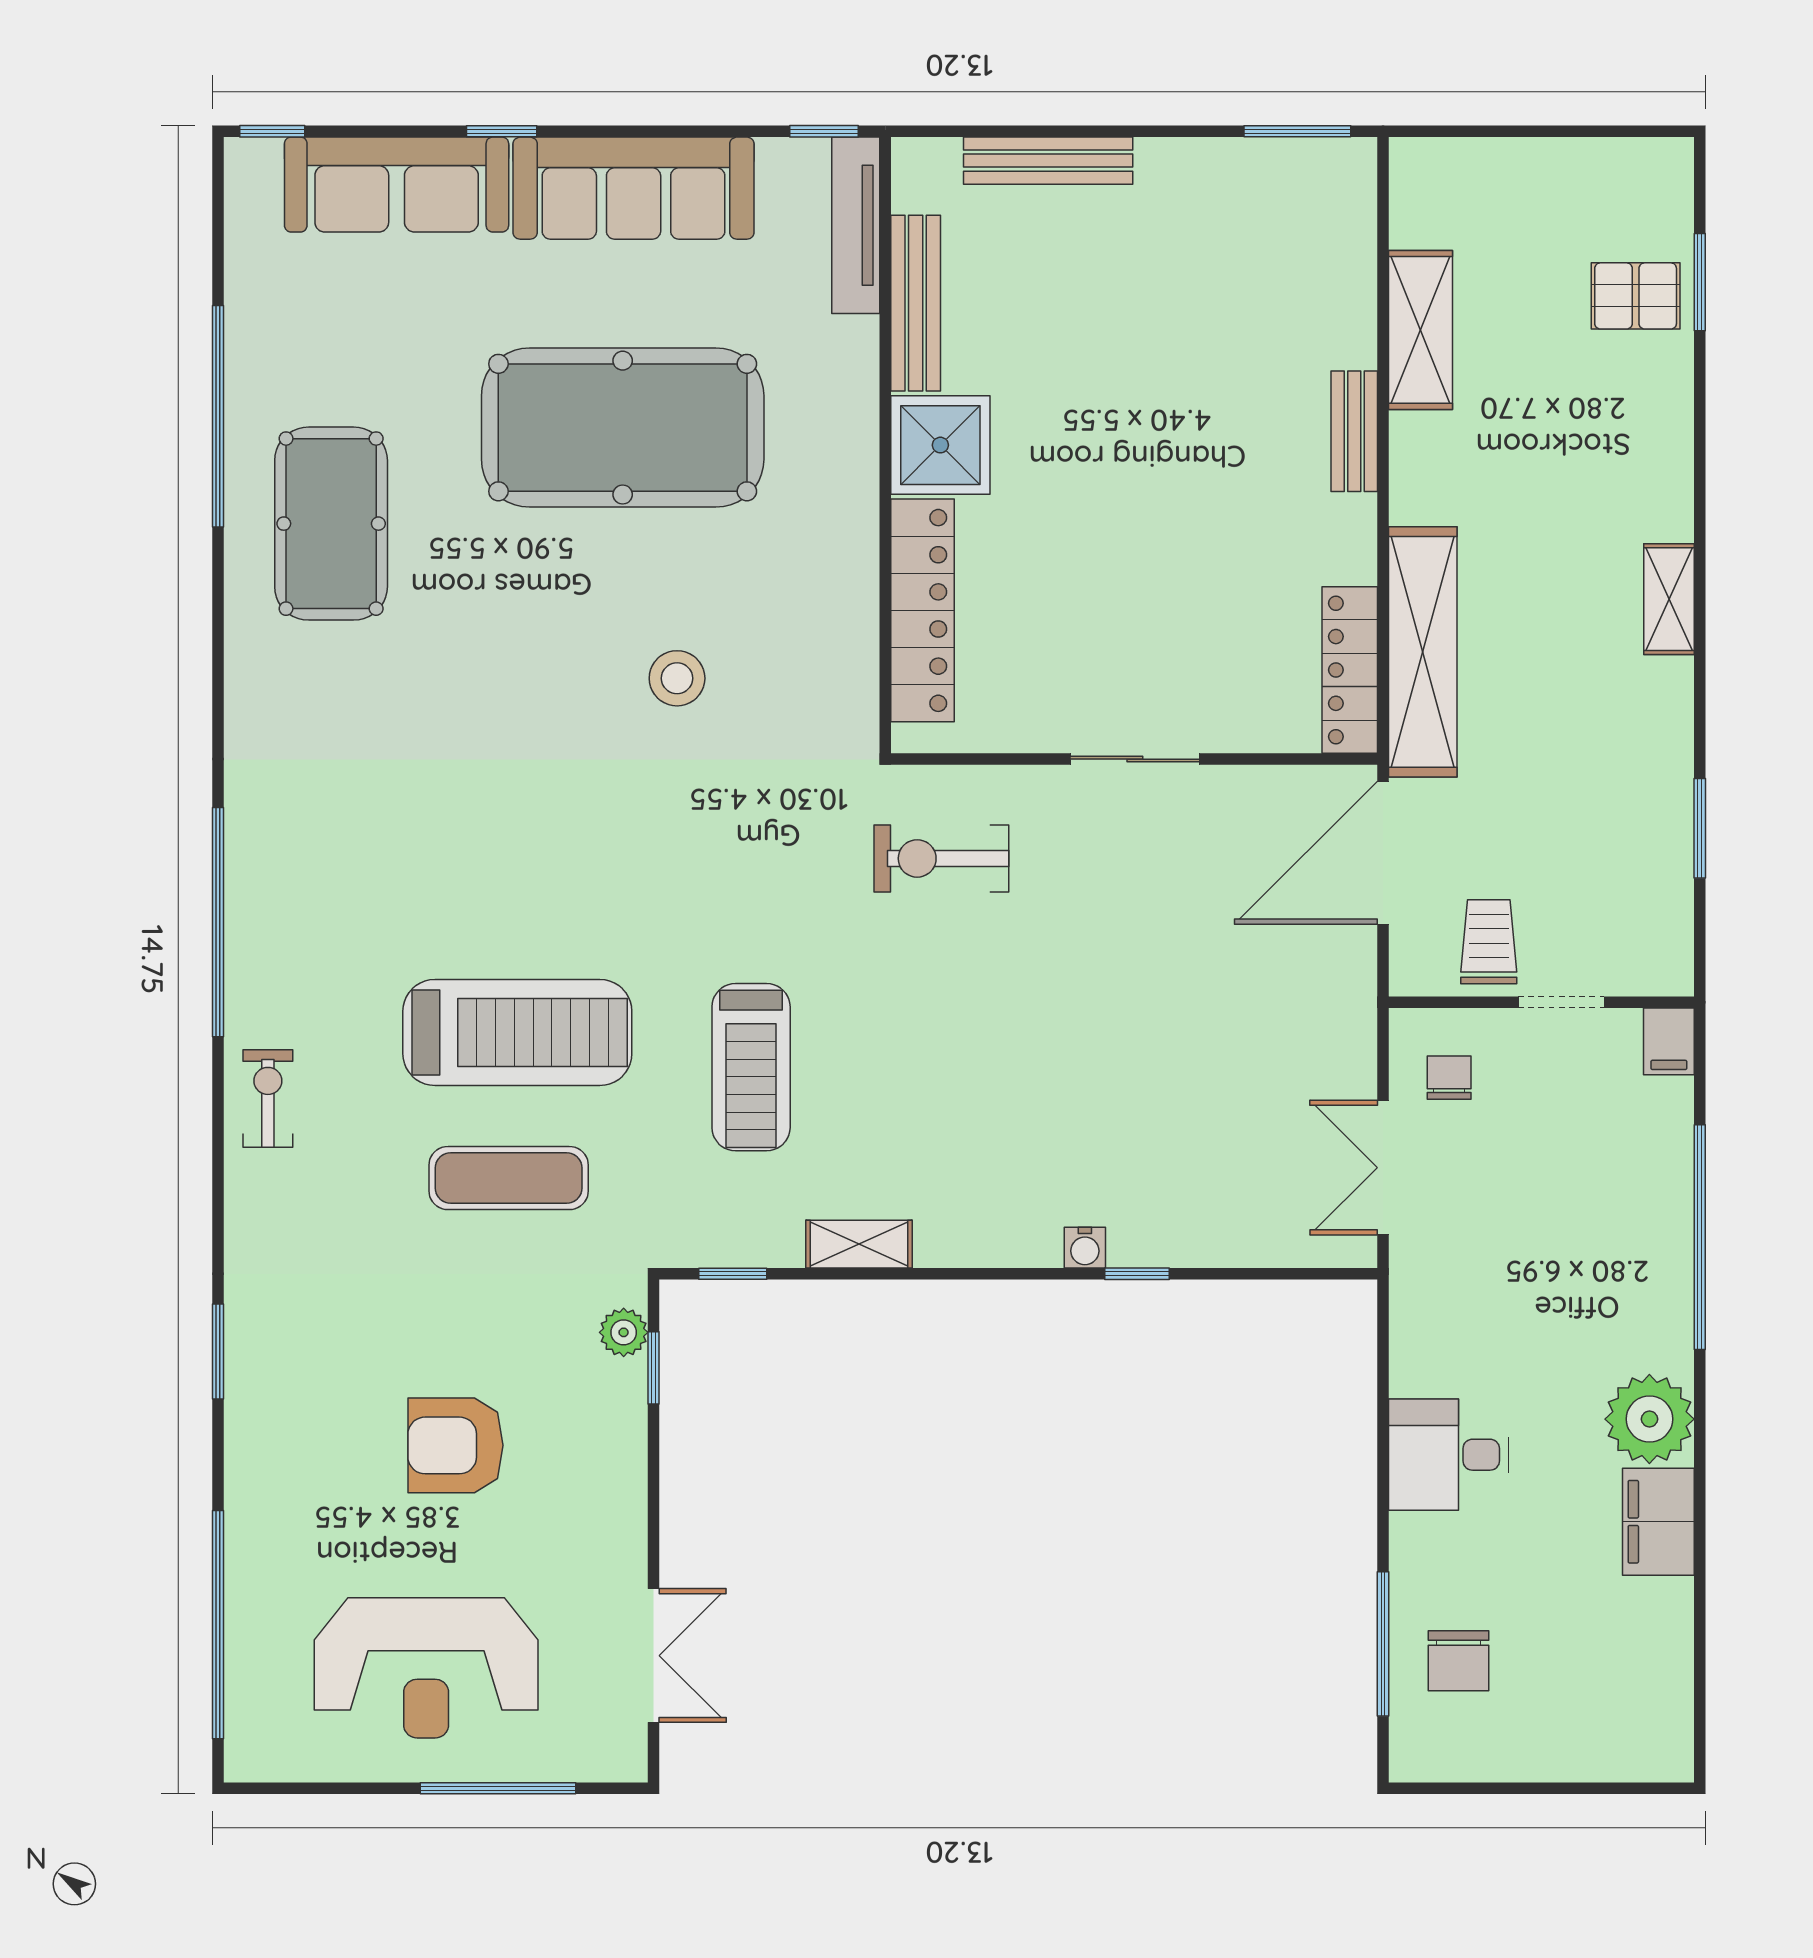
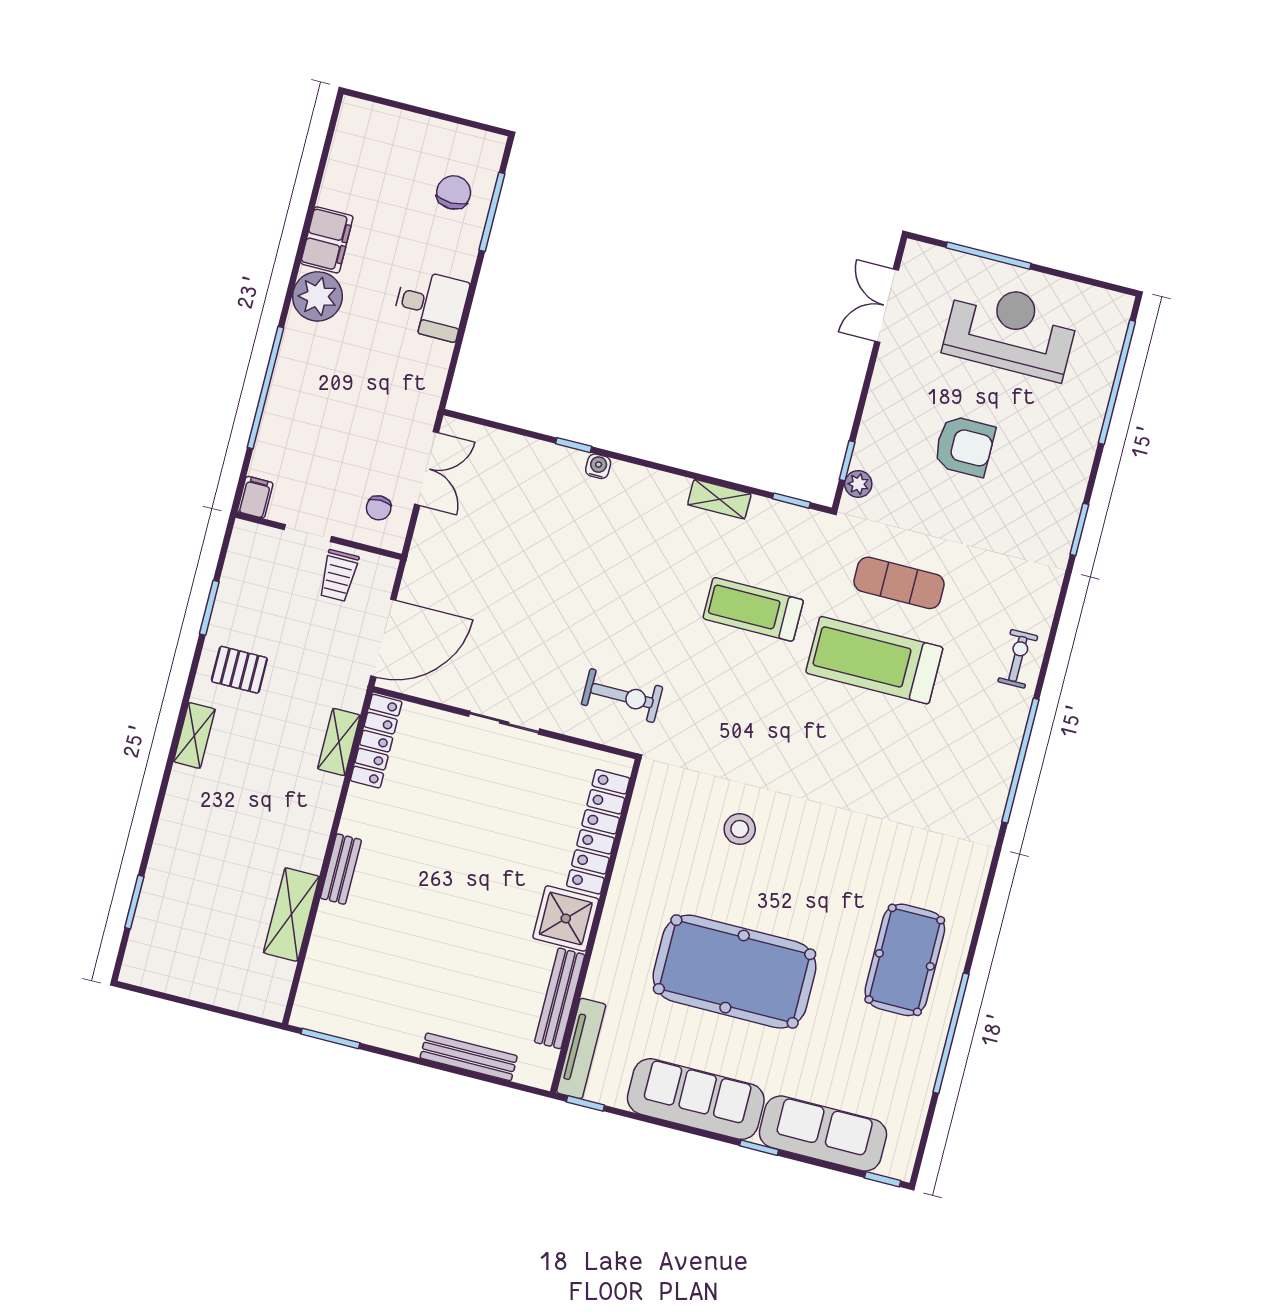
pallet: (1636, 296) -> (239, 670), moved
shelving: (1423, 652) -> (339, 742), width x0.45, depth x0.75
treadmill: (751, 1067) -> (753, 609), turned -90
exercise bike: (268, 1098) -> (1018, 659), turned 180

